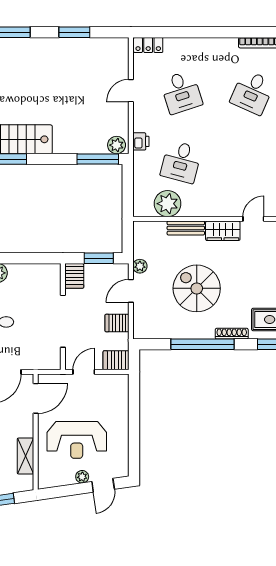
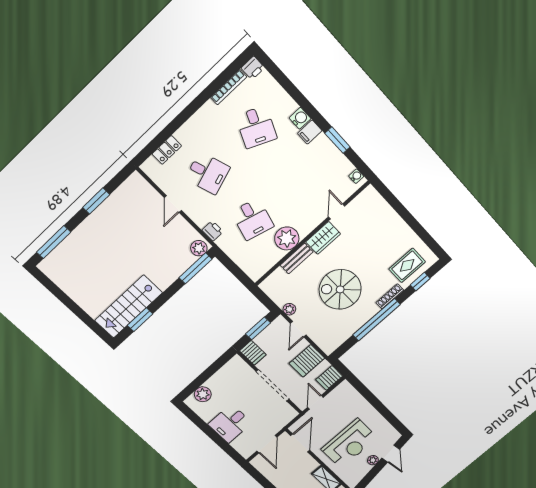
locker: (148, 45) -> (167, 150), moved
plant: (168, 204) -> (287, 238), moved
server rack: (117, 323) -> (307, 361), width x1.36, depth x1.44

